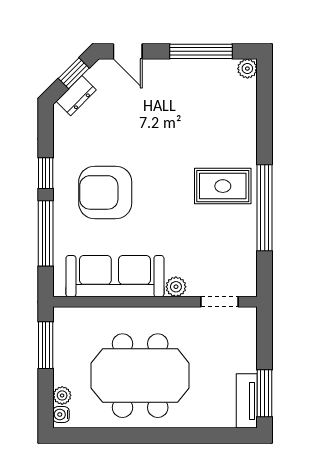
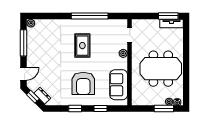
rug: (223, 186) -> (82, 46), moved
window: (46, 233) -> (101, 109), width x0.46
sofa: (115, 276) -> (119, 85), width x0.73
window: (46, 345) -> (164, 109), moved
meeting table: (140, 376) -> (161, 69), turned 90

